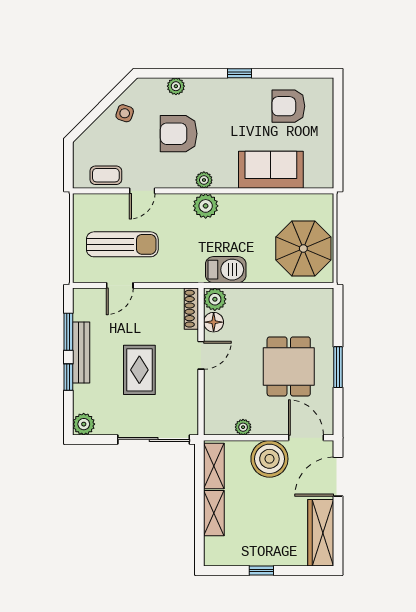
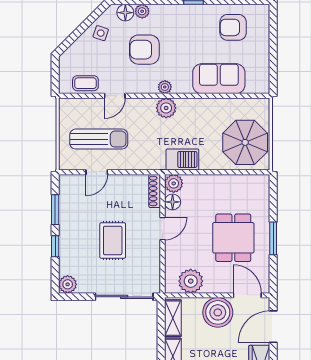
floor lamp: (155, 88) -> (125, 13), added
bench: (81, 352) -> (66, 226), removed
plant: (243, 427) -> (191, 281), width x1.88, depth x1.88

